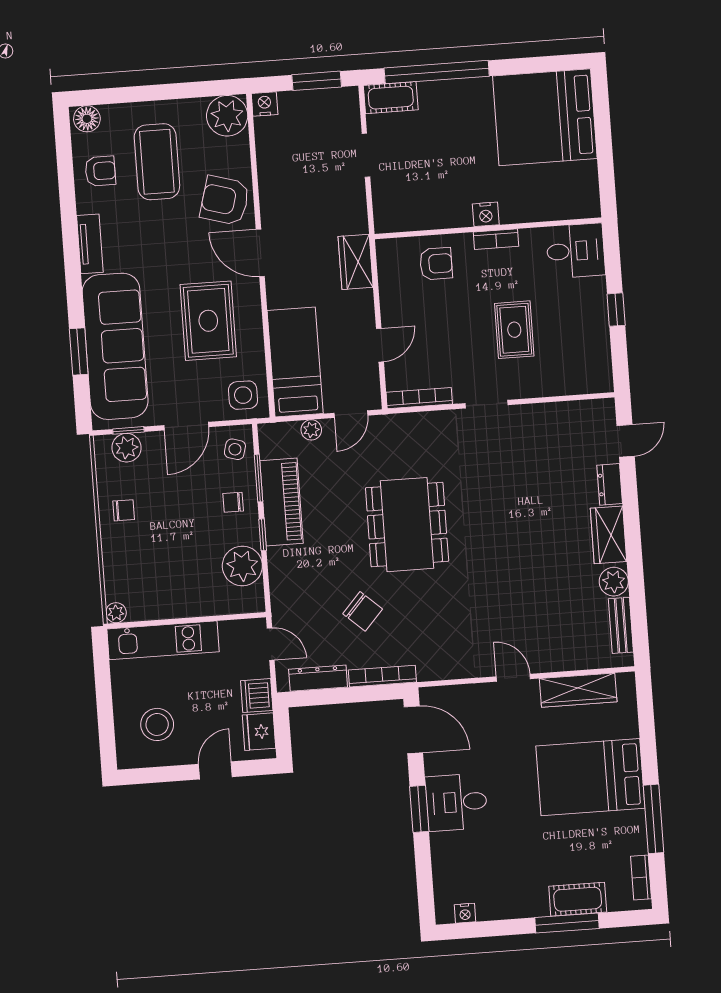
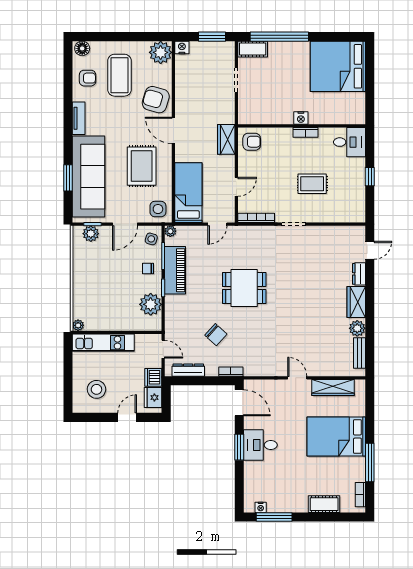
armchair: (436, 264) -> (252, 142), moved
rug: (514, 330) -> (312, 184), turned 90
plant: (311, 430) -> (170, 231), moved
chair: (124, 510) -> (87, 268), removed
dining table: (407, 525) -> (244, 288), width x0.73
bookcase: (382, 676) -> (231, 372), width x0.64
window: (567, 923) -> (274, 517), moved

